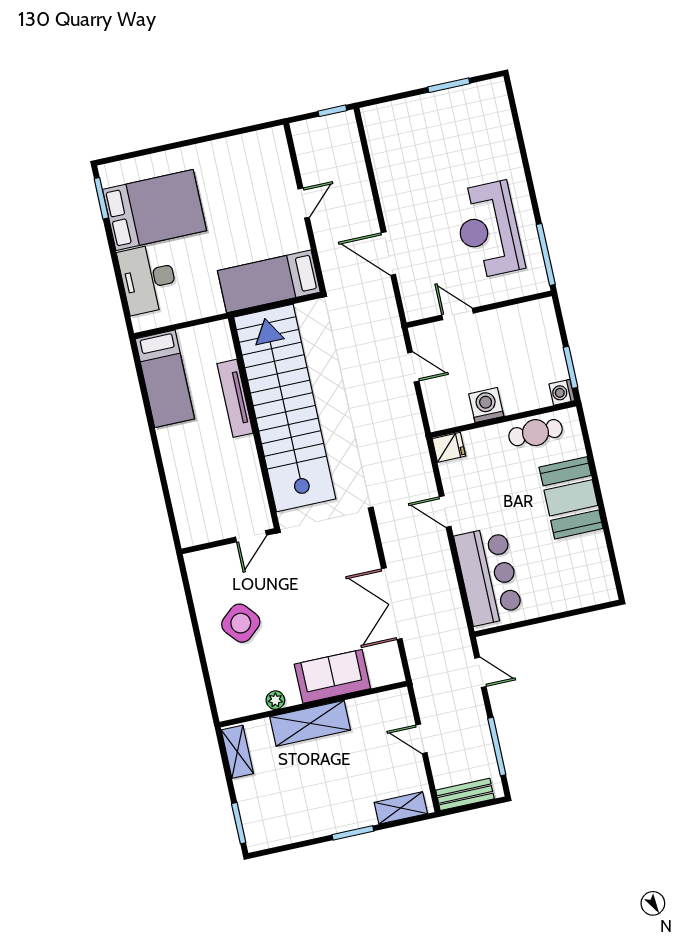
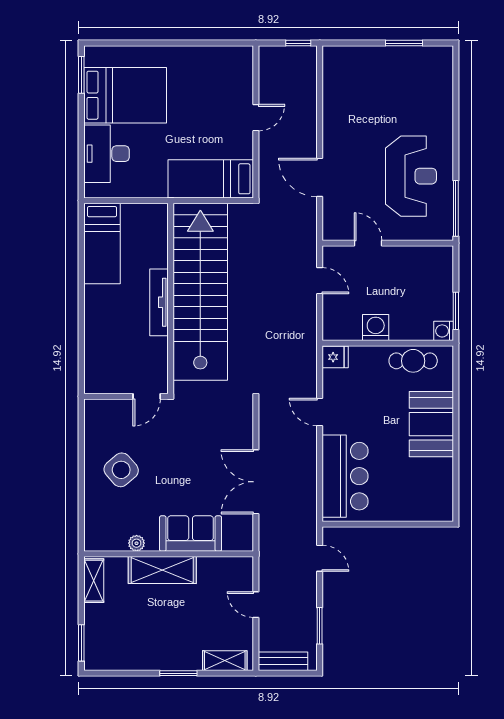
reception desk: (488, 230) -> (411, 176), turned 180
tv unit: (235, 398) -> (159, 302), moved
window: (497, 747) -> (320, 626), width x0.69

